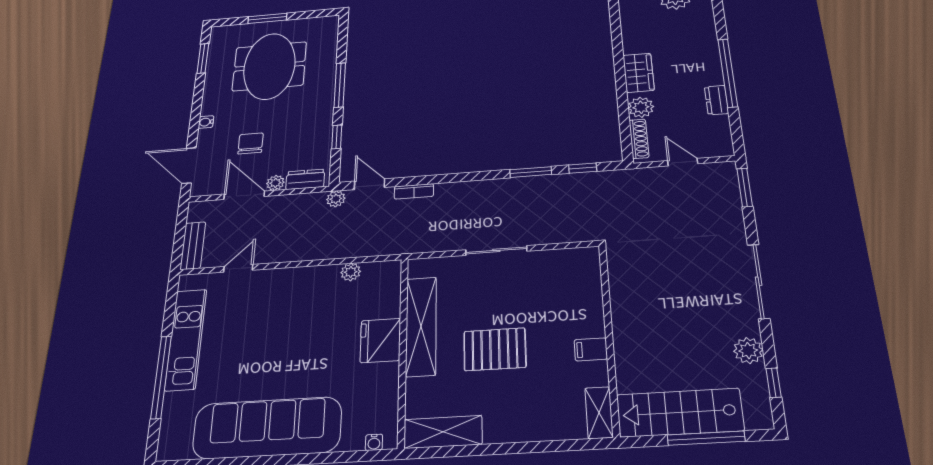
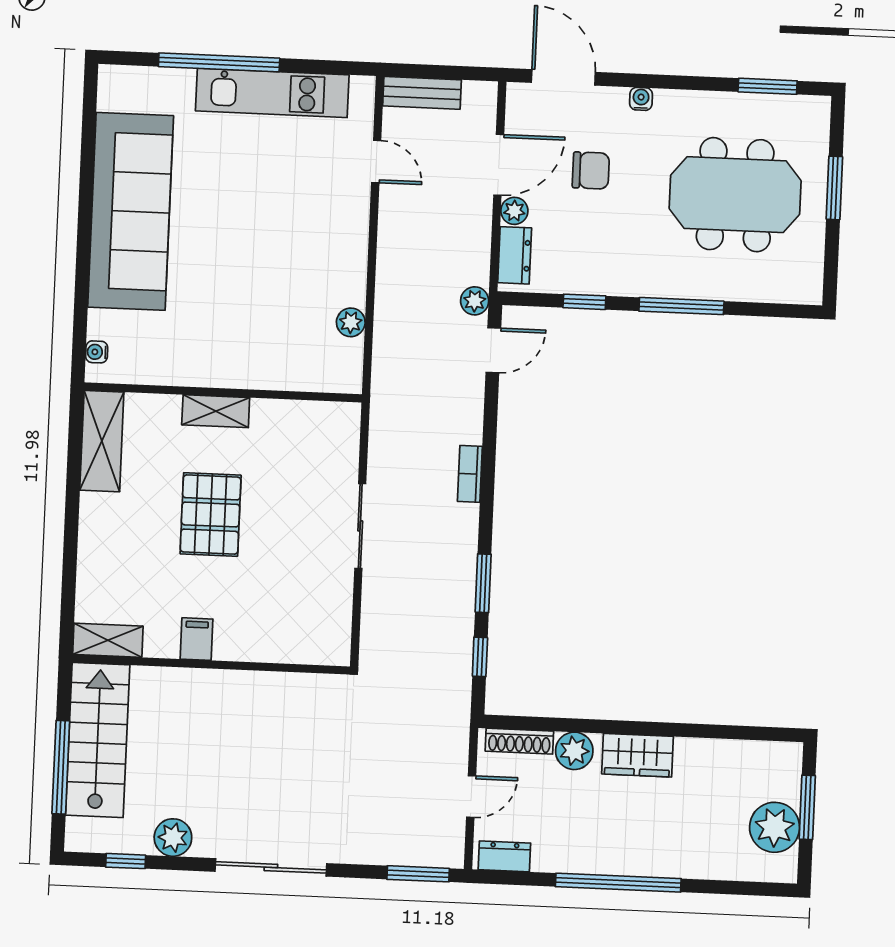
dresser: (717, 100) -> (504, 856), moved
door: (189, 166) -> (563, 77), hinge flipped
bookcase: (414, 191) -> (470, 474), moved
shelving: (421, 326) -> (216, 411), width x0.45, depth x0.75
fridge: (380, 340) -> (241, 362), removed

